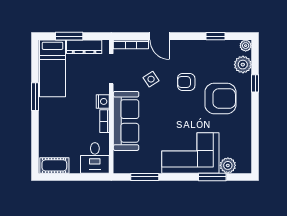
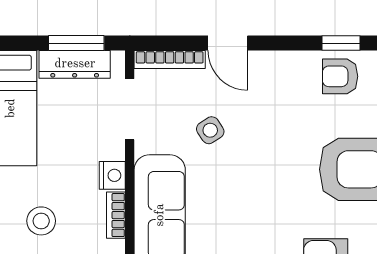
window: (69, 36) -> (76, 43), moved
armchair: (186, 82) -> (340, 76), moved
stool: (68, 124) -> (41, 221), added

